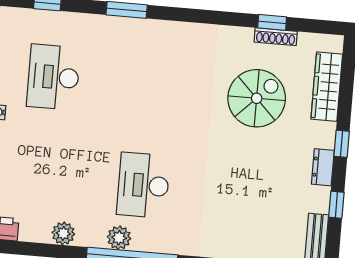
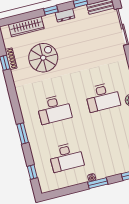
desk: (152, 85) -> (54, 109), added
spiral stairs: (257, 98) -> (43, 58), turned 90

